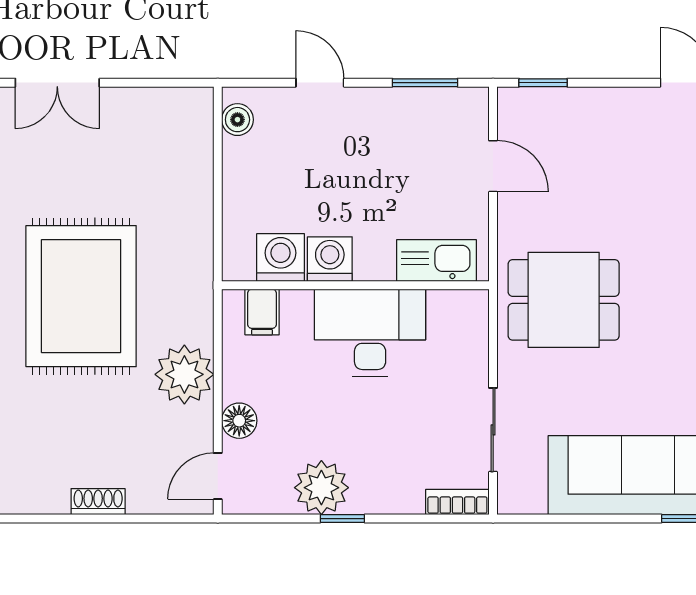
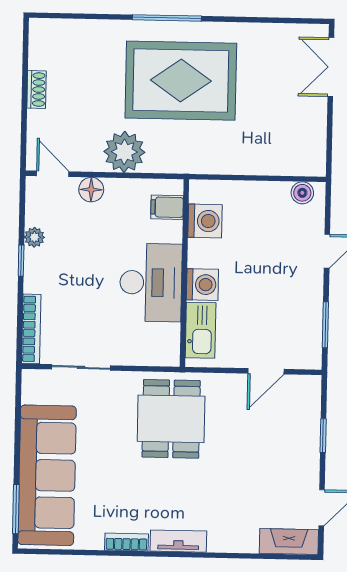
window: (543, 83) -> (323, 436), moved
washing machine: (330, 259) -> (202, 285), moved
plant: (321, 488) -> (34, 237), width x0.53, depth x0.53
bookcase: (457, 502) -> (31, 329), width x1.56

